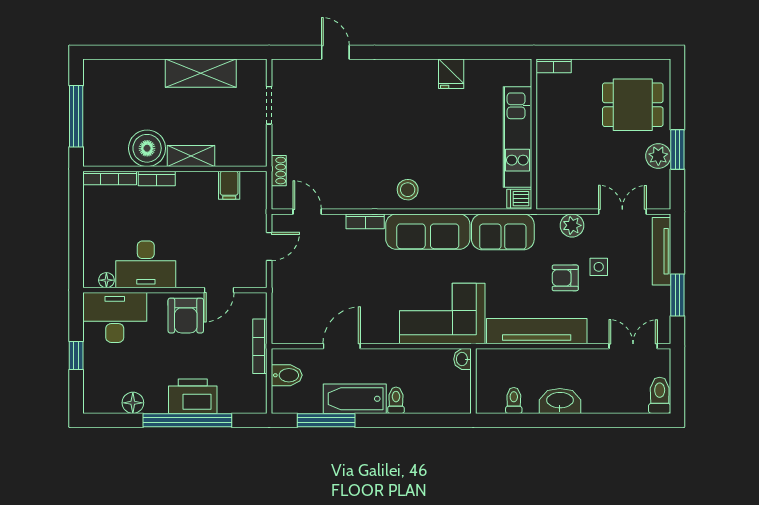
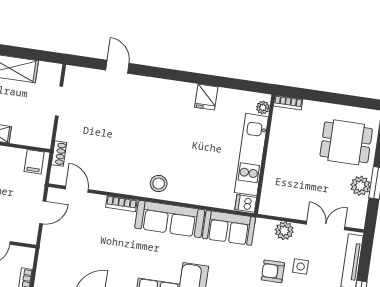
plant: (523, 77) -> (263, 107), added
filing cabinet: (229, 185) -> (34, 162), moved

